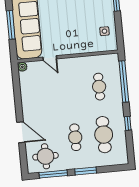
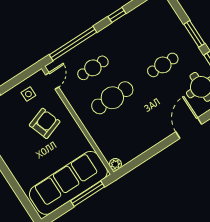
window: (11, 25) -> (87, 194), moved
armchair: (78, 32) -> (45, 123), added
door: (50, 58) -> (52, 81), moved
cafe table: (104, 135) -> (112, 98), moved

